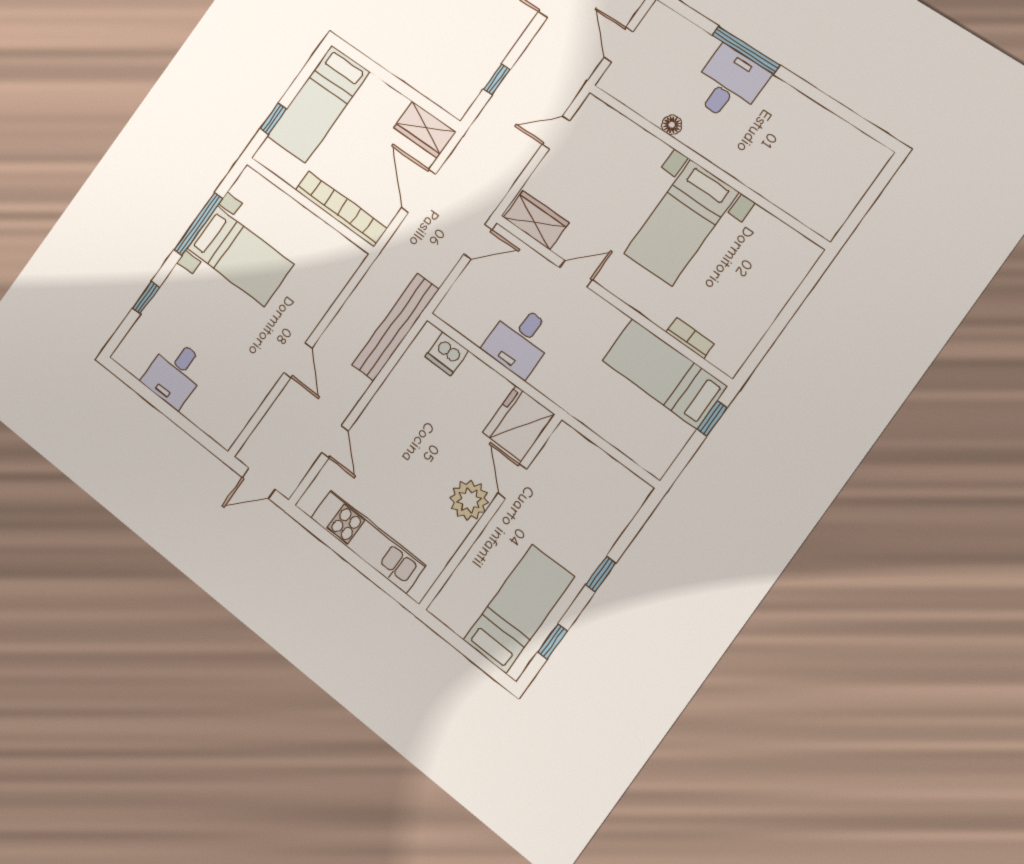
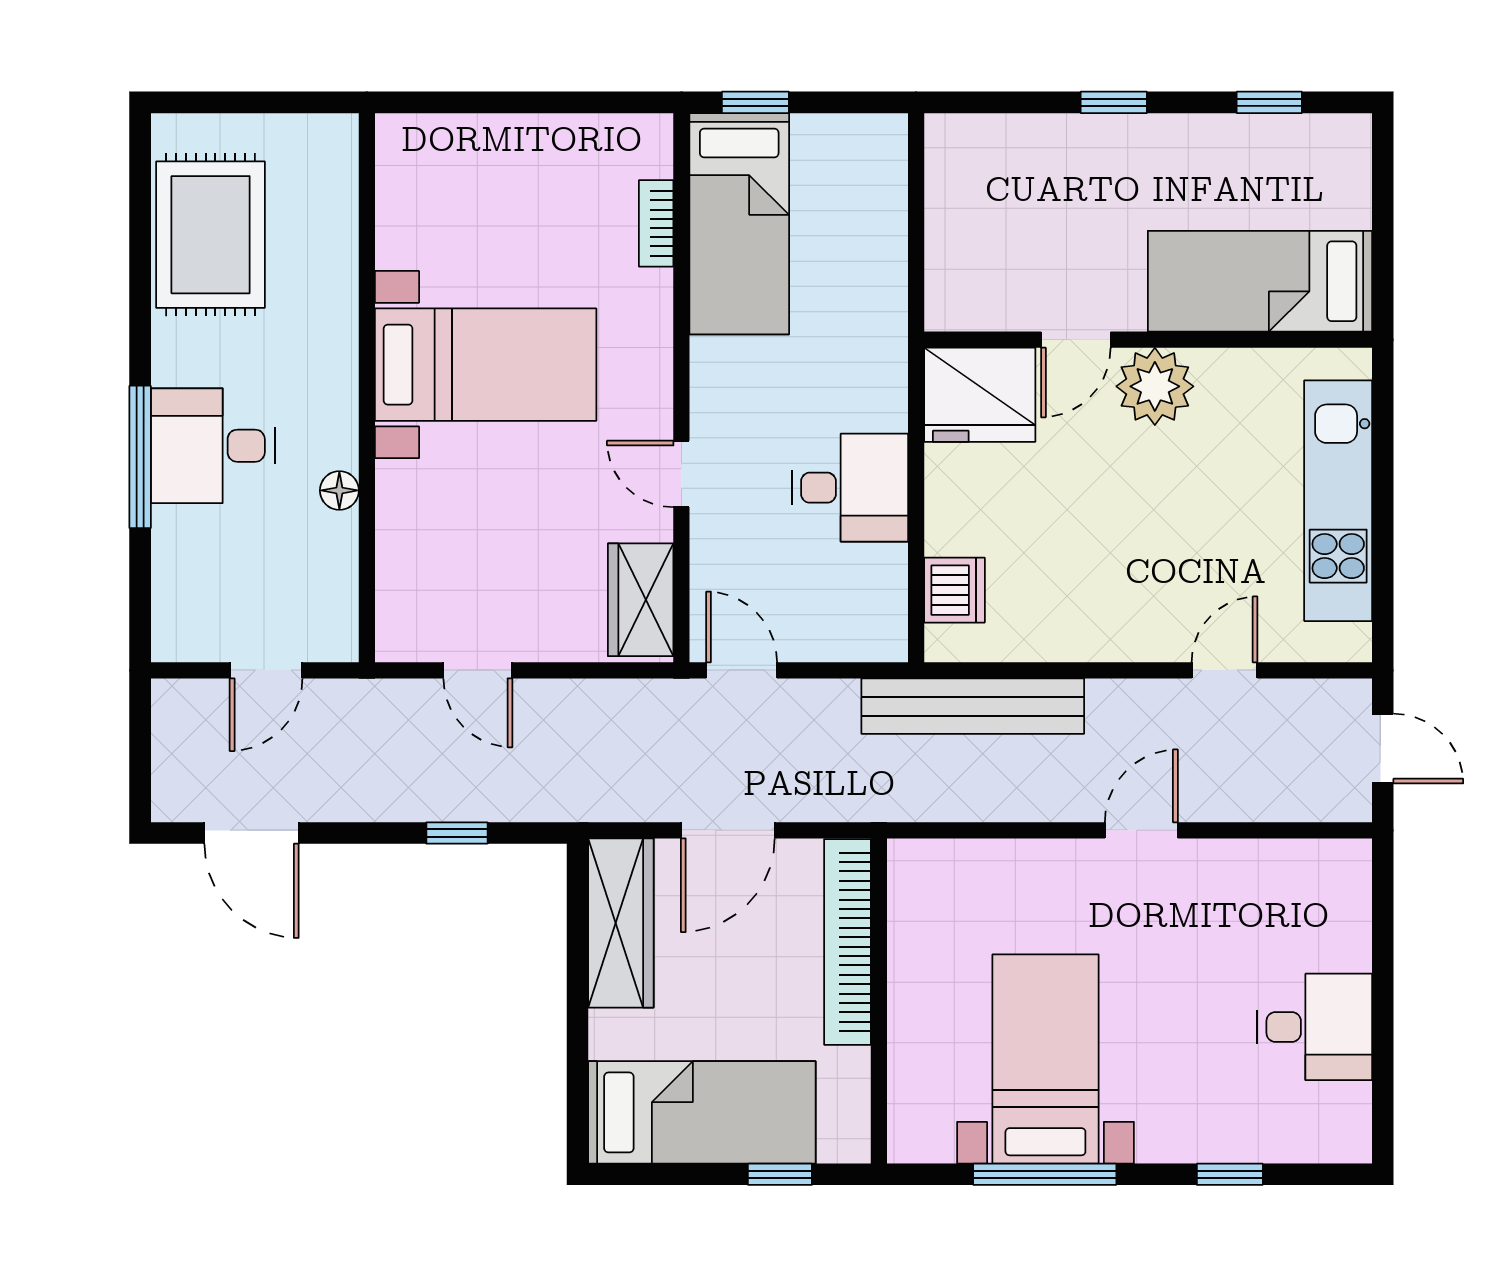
wardrobe: (425, 130) -> (621, 923), width x1.50
rug: (822, 143) -> (211, 235), added
bed: (519, 609) -> (1260, 281), moved

